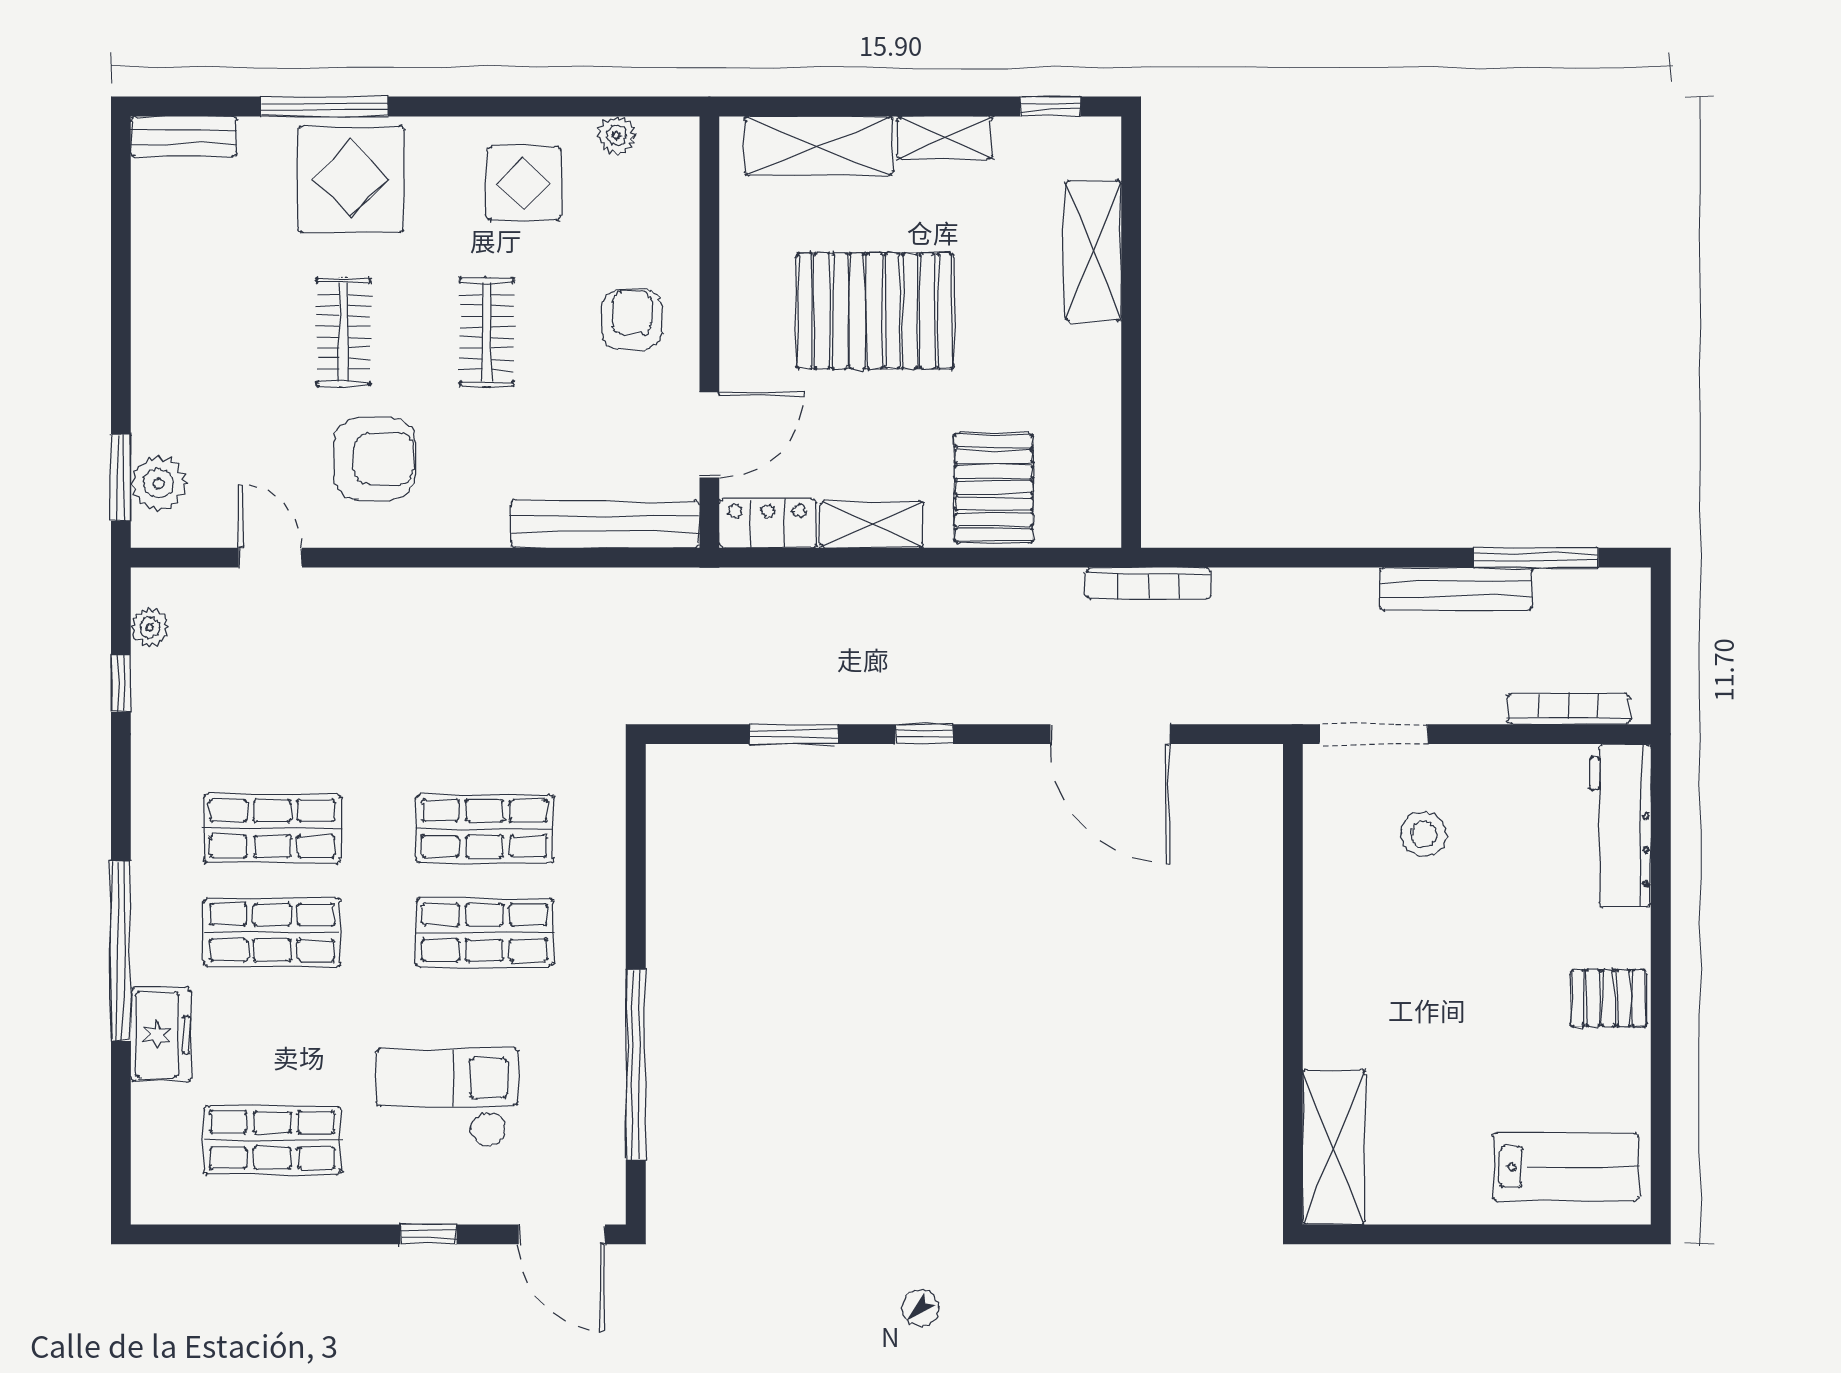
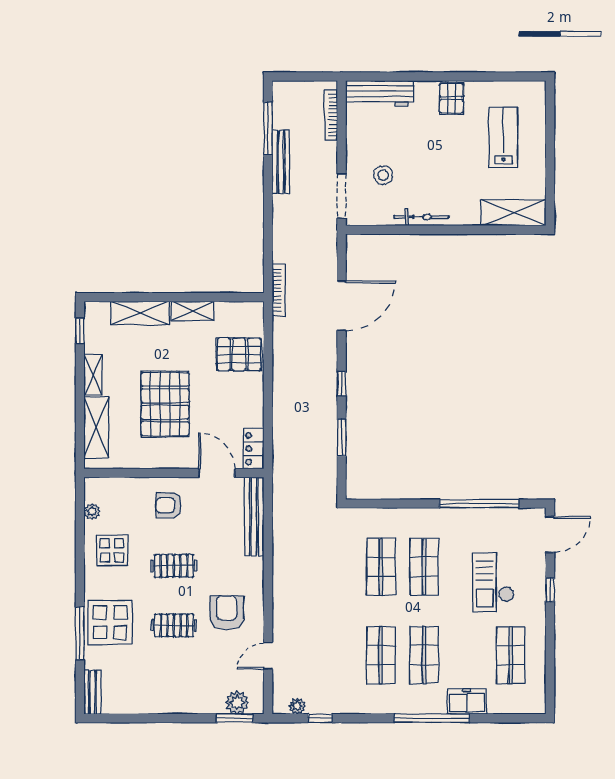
shelving: (872, 525) -> (192, 311), moved, turned 90
bicycle: (1324, 926) -> (421, 217), added
lab bench: (1566, 1167) -> (503, 137), moved

